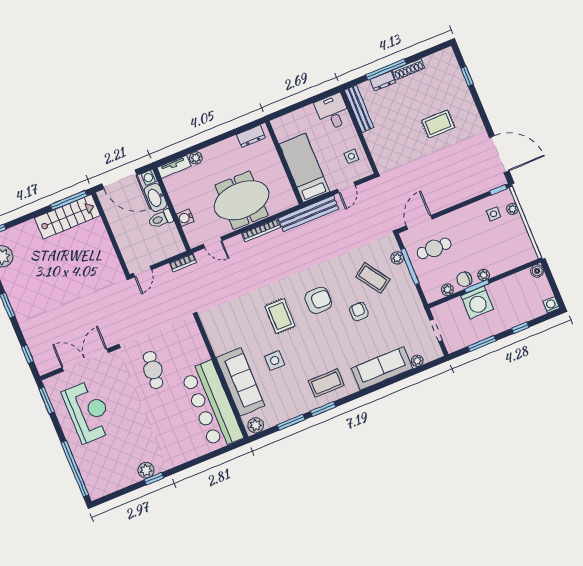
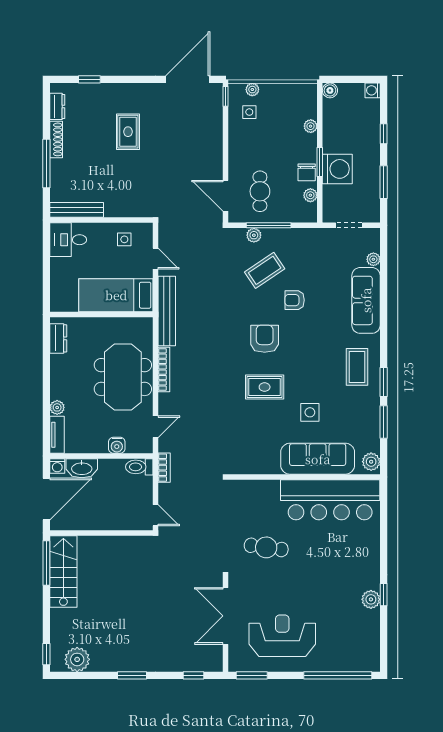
dresser: (383, 81) -> (57, 106), moved
toilet: (161, 219) -> (139, 467), moved, turned 90
plant: (484, 275) -> (311, 126), moved

